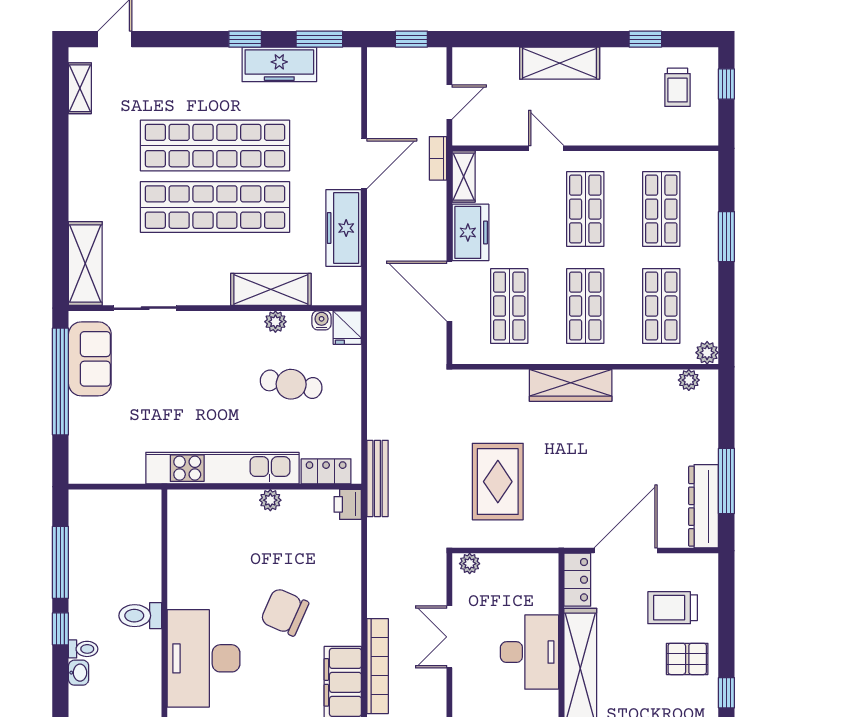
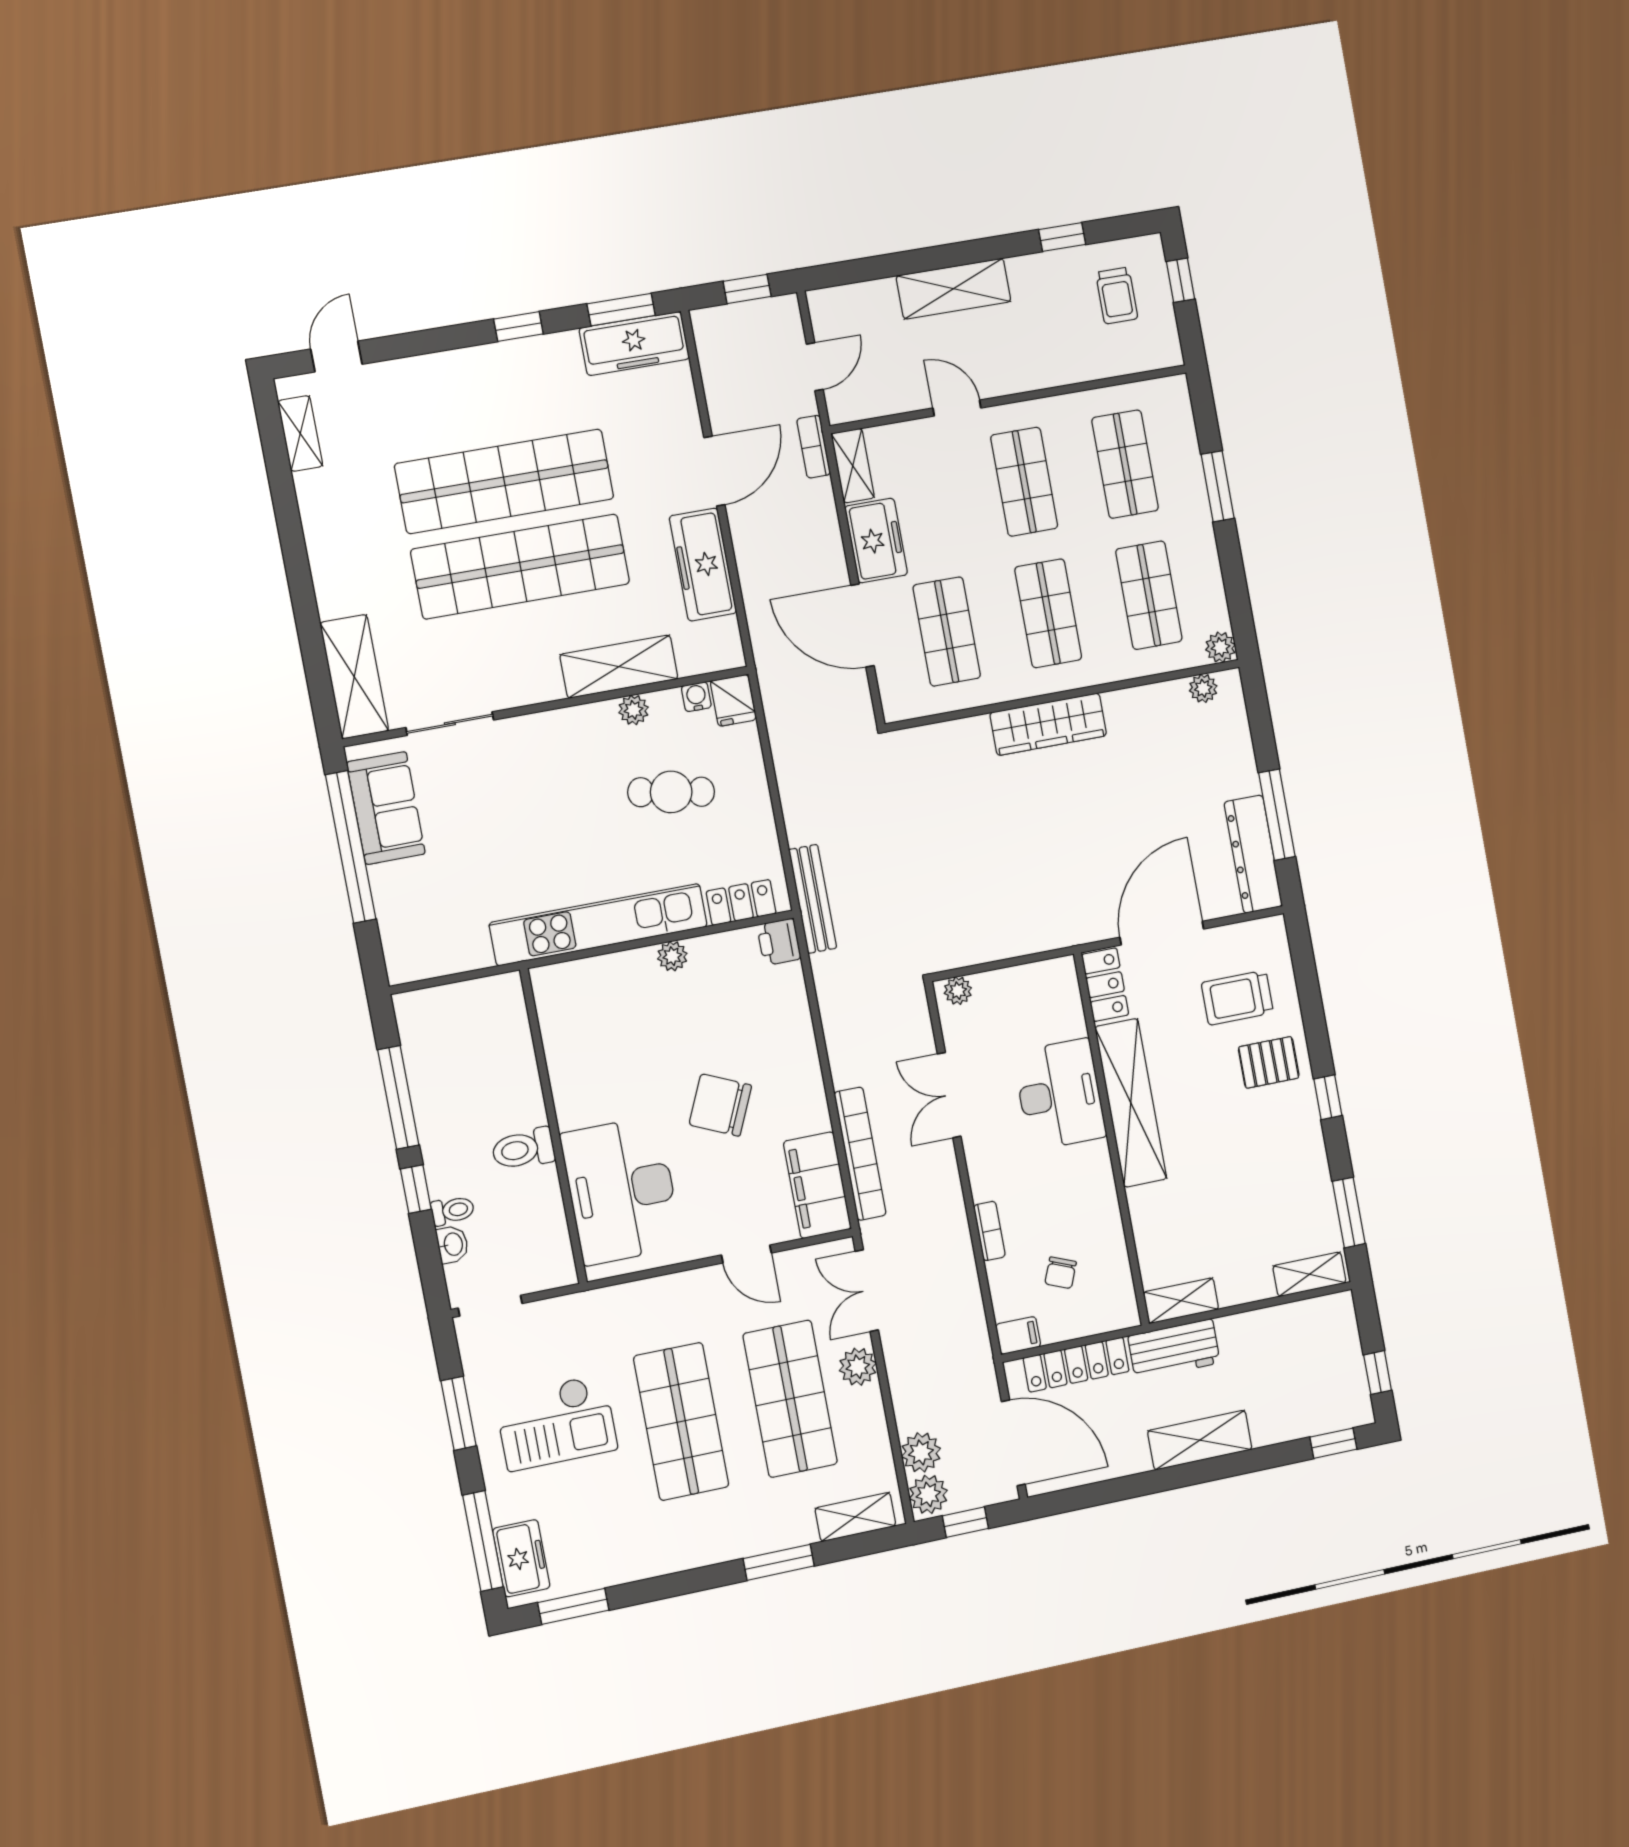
freezer: (279, 64) -> (634, 344), moved
rug: (498, 482) -> (975, 872), removed

